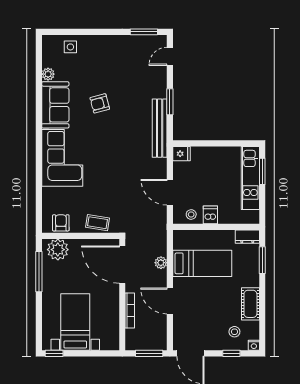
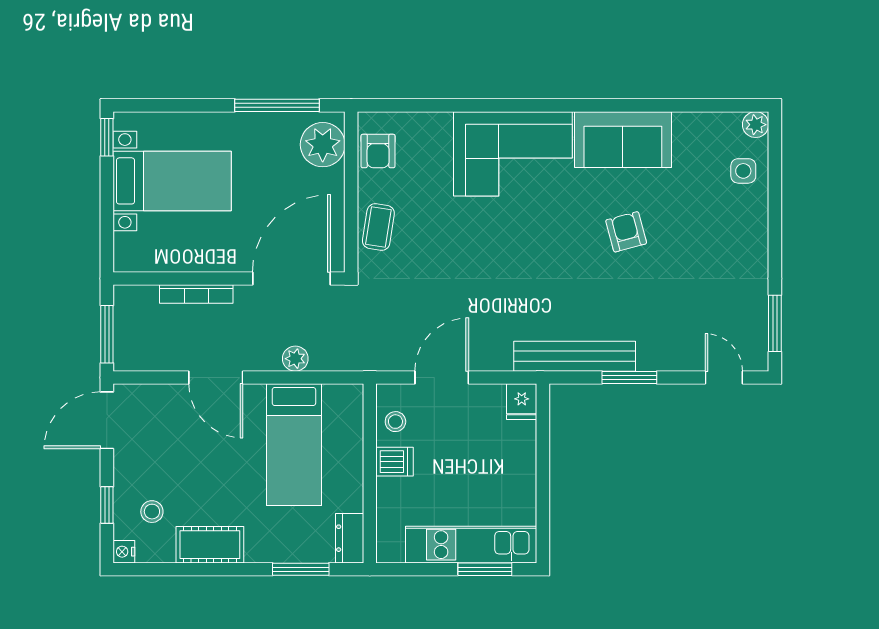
plant: (48, 74) -> (756, 125), moved
armchair: (61, 223) -> (378, 151), turned 90
door: (170, 301) -> (216, 378), swing flipped

